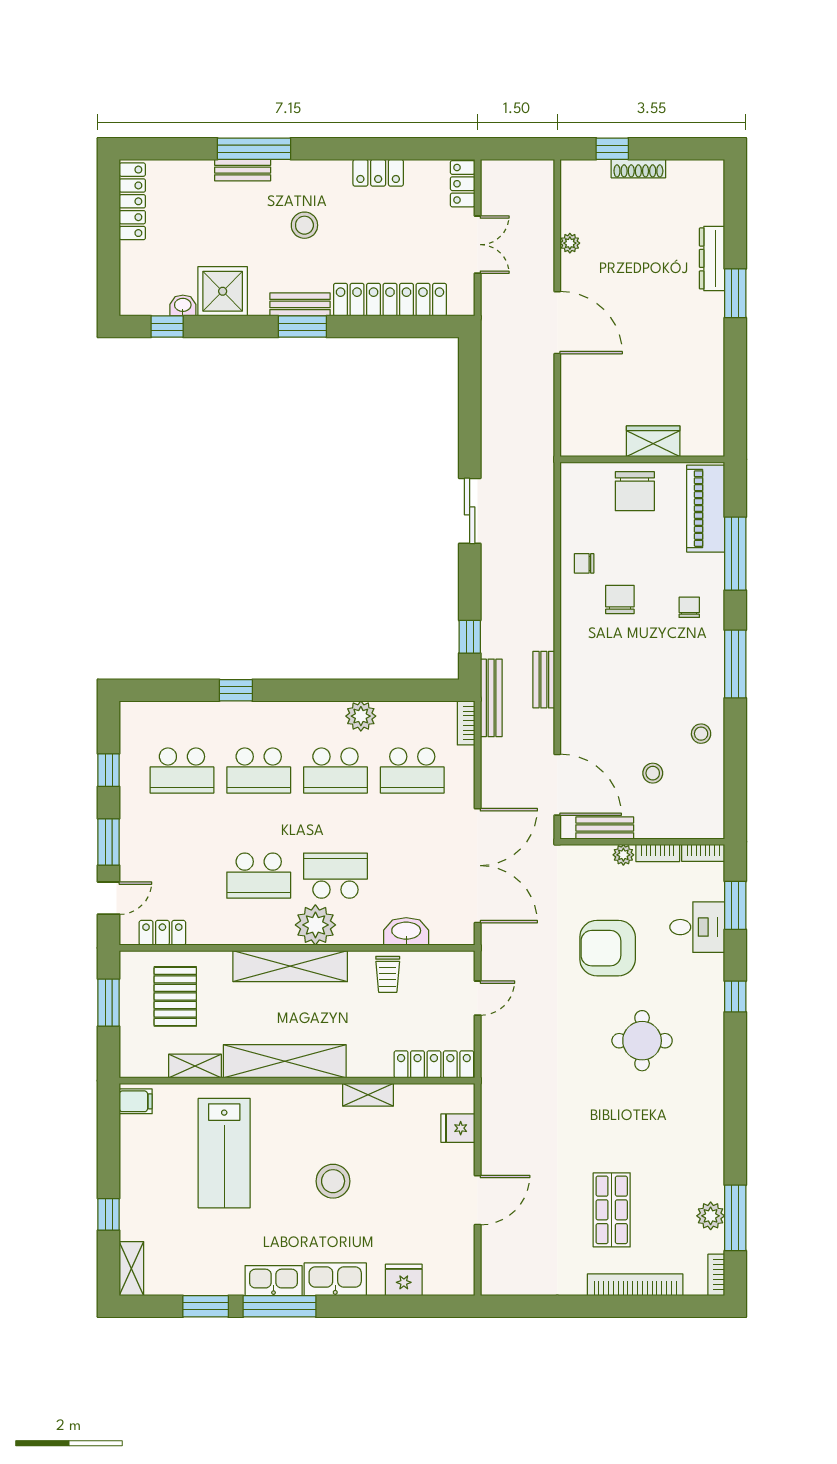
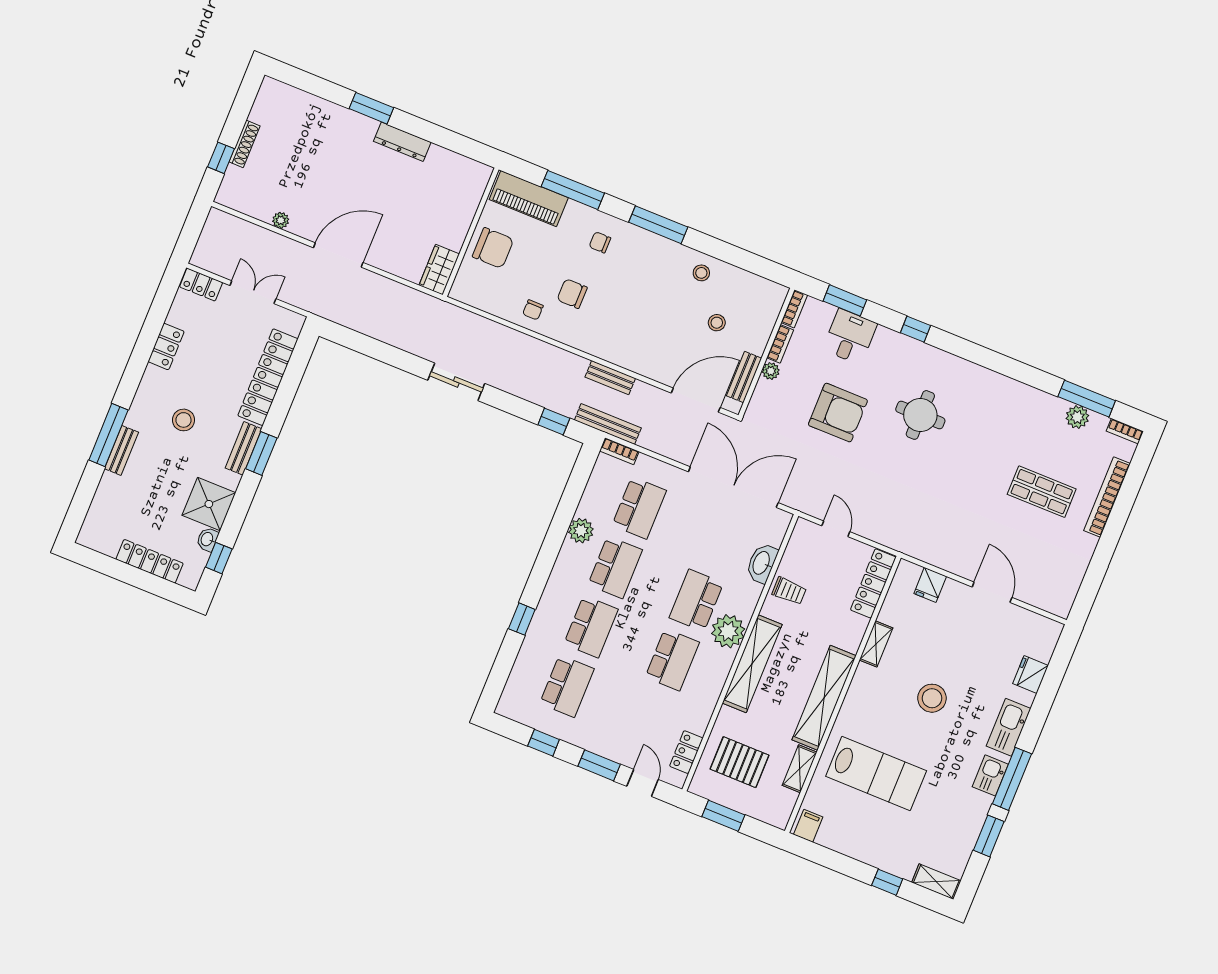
locker: (132, 201) -> (150, 561), moved
dresser: (712, 258) -> (402, 142), moved
wardrobe: (653, 441) -> (439, 270), moved
armchair: (608, 948) -> (838, 413), turned -90
kitchen sink: (274, 1281) -> (990, 775), width x0.73

